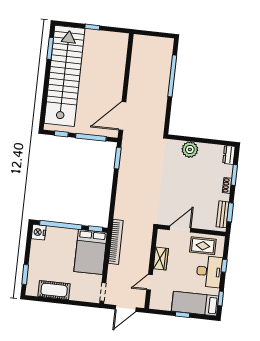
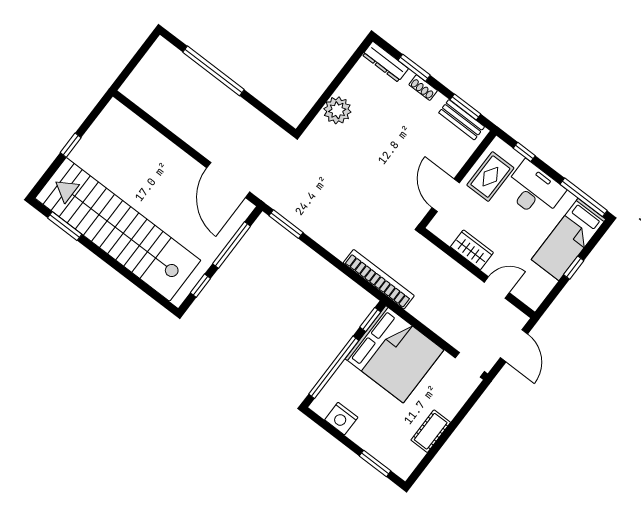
dresser: (229, 155) -> (385, 62), width x1.44
nightstand: (39, 232) -> (341, 419), moved
bookcase: (116, 242) -> (379, 279), moved
bed: (91, 252) -> (394, 354), width x1.36
window: (224, 266) -> (524, 152), moved
door: (149, 282) -> (497, 288), swing flipped
cot: (54, 290) -> (431, 431), width x0.73, depth x0.75
window: (221, 298) -> (584, 197), width x2.17

